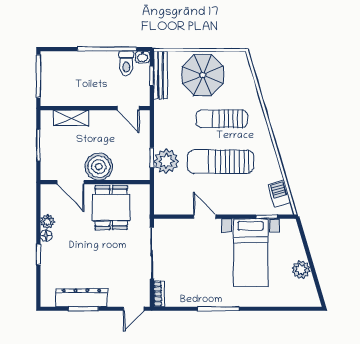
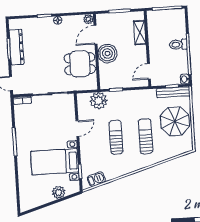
toilet: (126, 64) -> (178, 45), moved
plant: (166, 161) -> (99, 101), moved
sun lounger: (220, 162) -> (116, 137), width x0.73, depth x0.75
plant: (47, 221) -> (88, 19), moved
plant: (301, 270) -> (59, 192), moved

